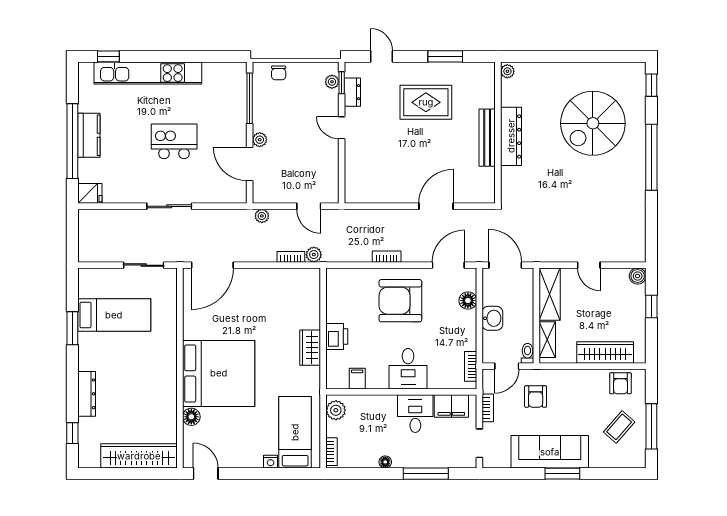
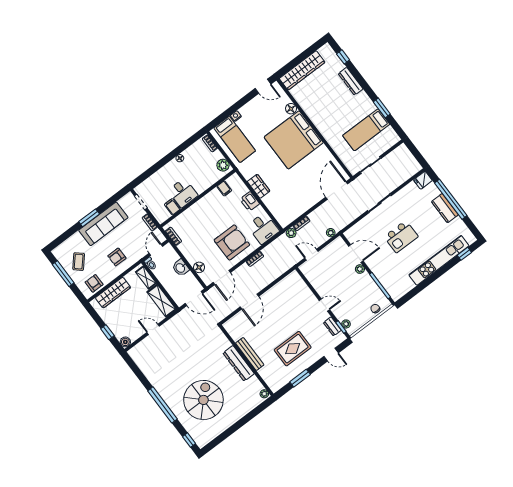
desk: (408, 369) -> (263, 228), moved, turned 180
armchair: (536, 397) -> (117, 257), moved, turned -90
filing cabinet: (451, 406) -> (172, 207), width x0.50
window: (426, 474) -> (156, 167), removed

